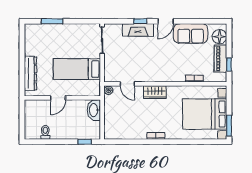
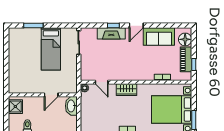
bed: (77, 69) -> (51, 49), moved, turned -90
dresser: (30, 73) -> (14, 73), removed
door: (58, 98) -> (51, 95), moved
shower: (32, 111) -> (15, 107), added

